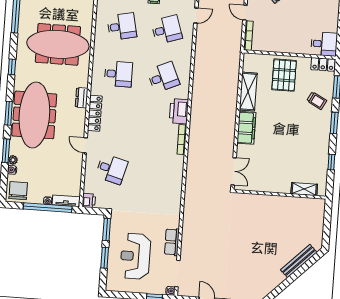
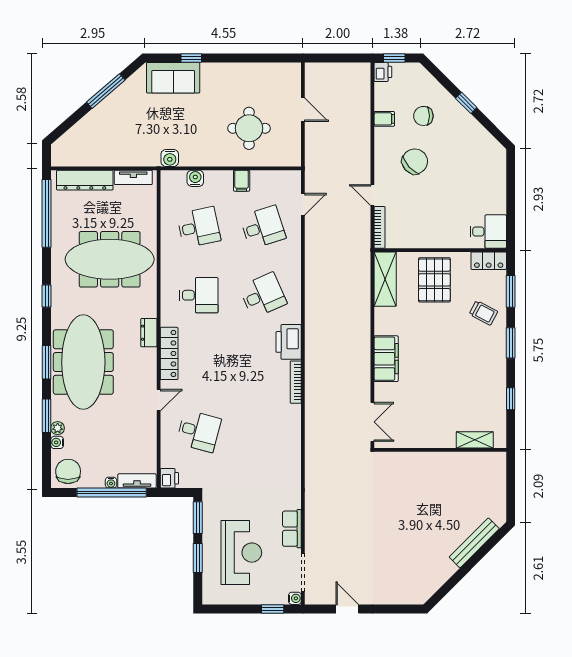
shelving: (248, 92) -> (385, 279), moved
door: (85, 145) -> (159, 400), swing flipped
reception desk: (135, 256) -> (241, 553), turned 180

